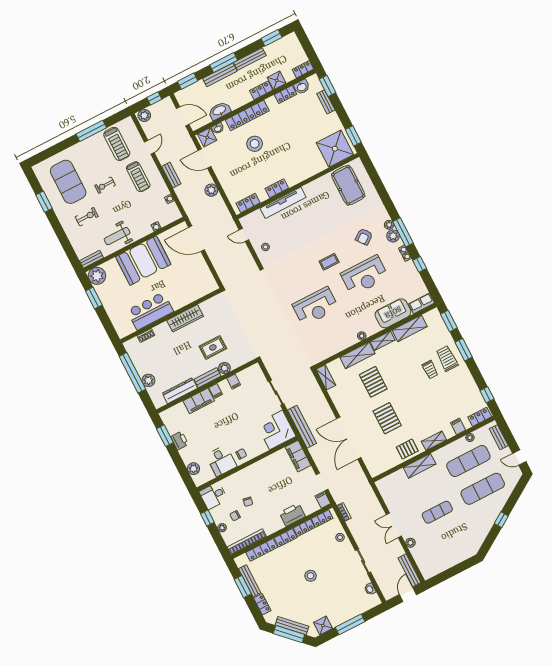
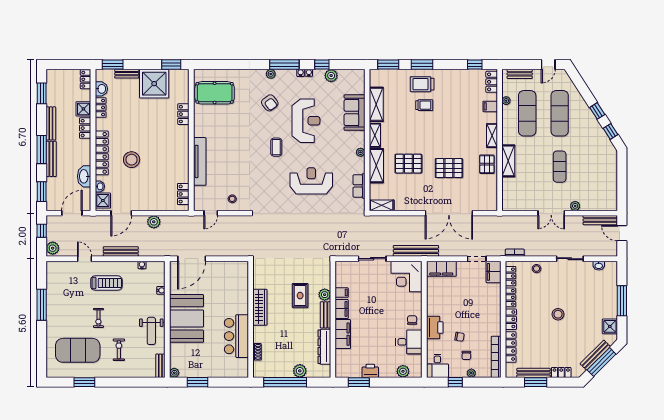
treadmill: (117, 144) -> (66, 287), removed
shower: (335, 149) -> (154, 84), moved
bench: (171, 175) -> (121, 252), width x1.36
locker: (277, 188) -> (183, 114), moved
plant: (393, 236) -> (331, 76), moved
plant: (97, 276) -> (174, 373), width x0.53, depth x0.53
row of seats: (422, 303) -> (359, 186), moved
reception desk: (316, 307) -> (311, 181), turned -90
filing cabinet: (216, 391) -> (342, 309), width x2.00
filing cabinet: (323, 500) -> (494, 272), width x2.00
printer: (292, 515) -> (435, 327), moved, turned 180
window: (490, 540) -> (610, 131), added

